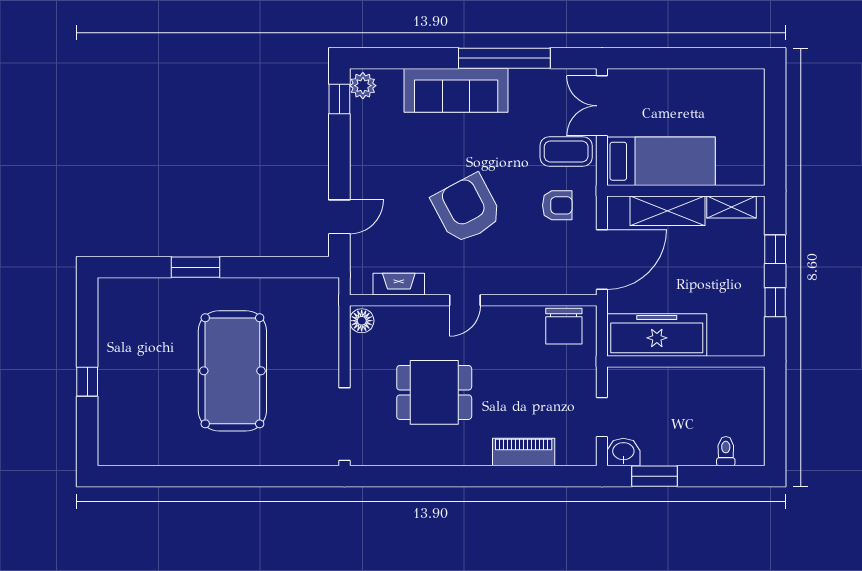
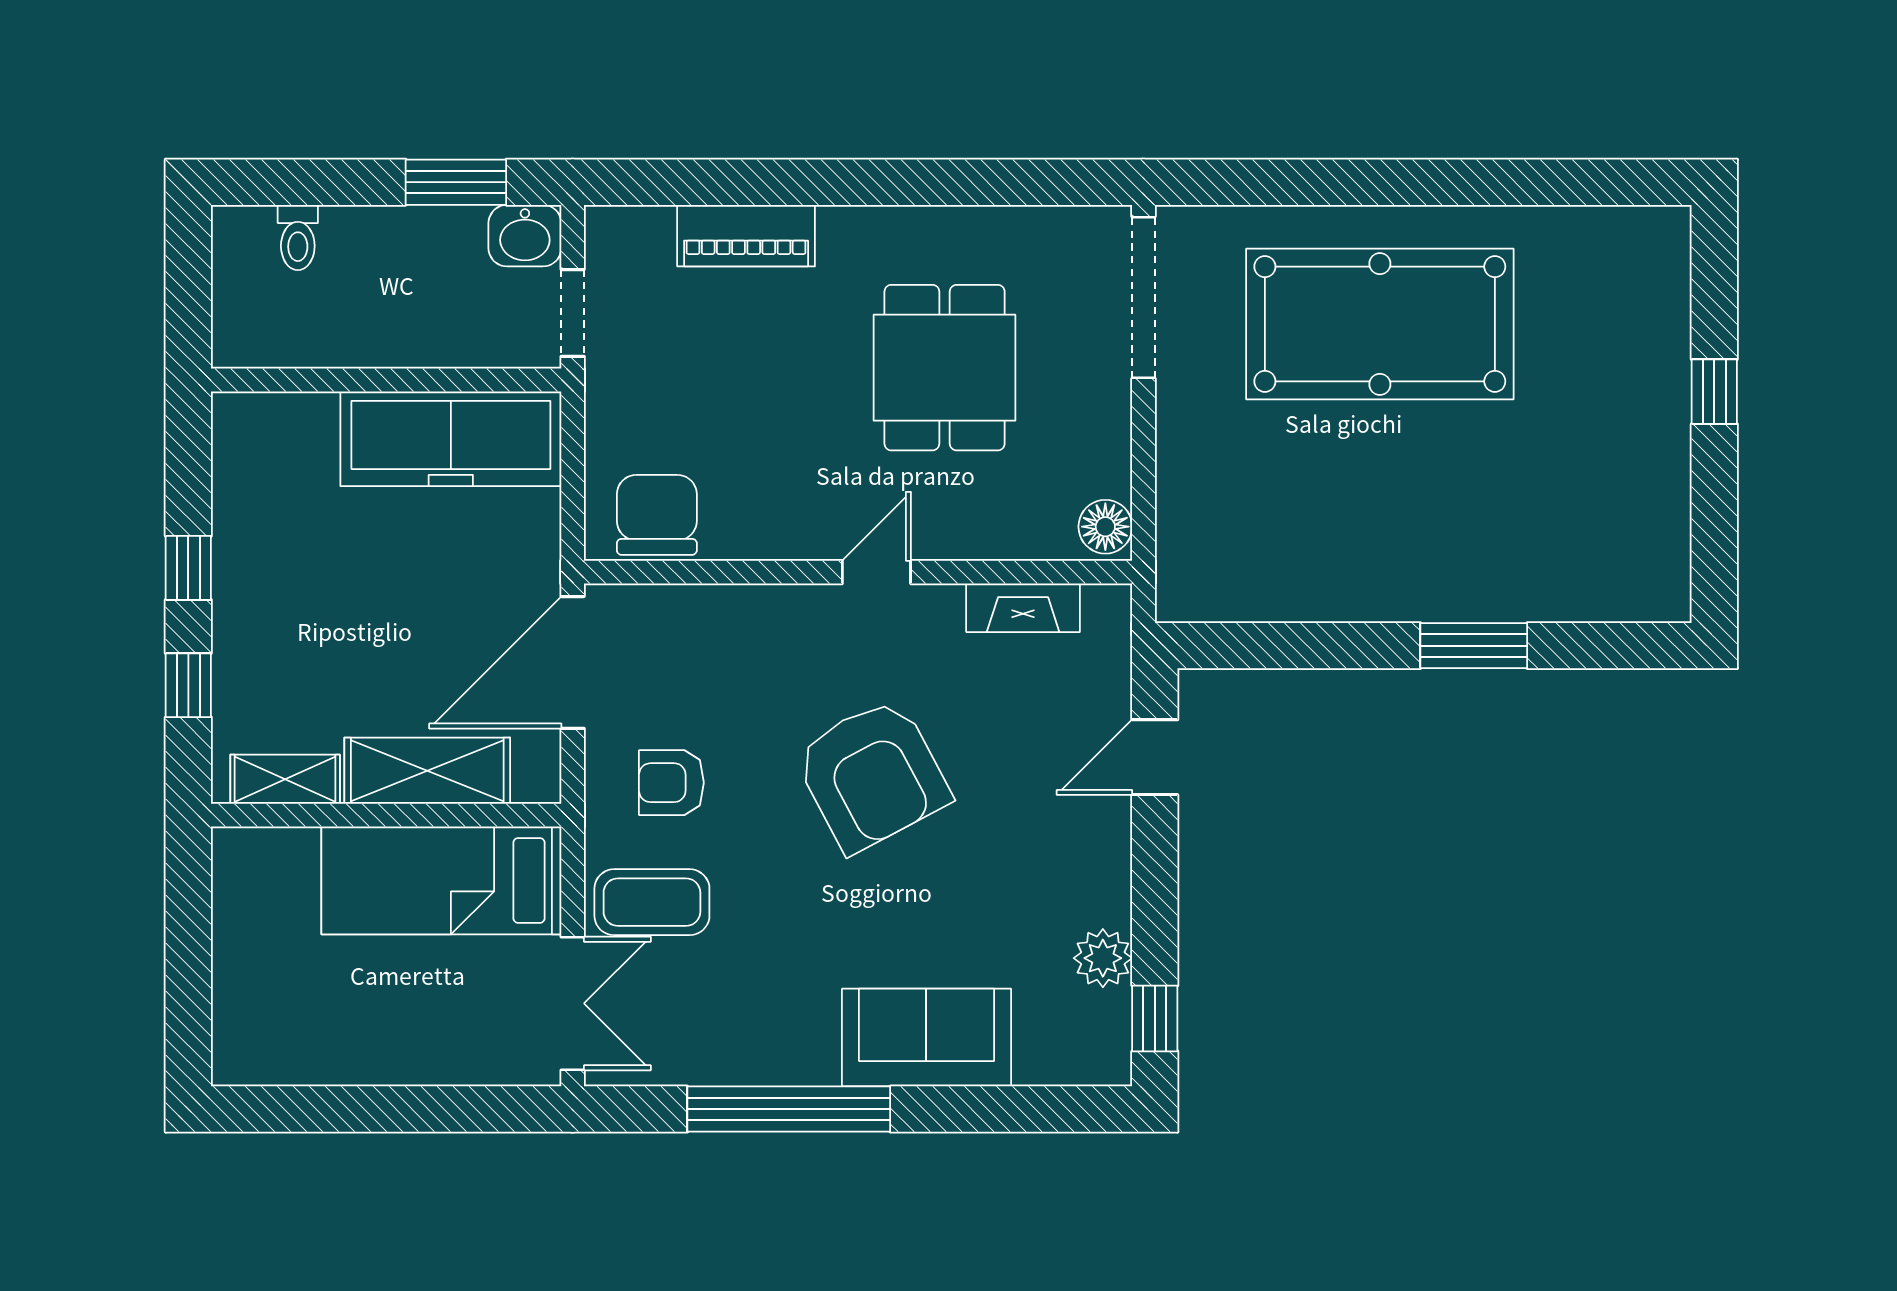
plant: (363, 86) -> (1103, 958), moved
sofa: (456, 90) -> (926, 1038), width x0.73
freezer: (657, 335) -> (451, 439), moved
wall: (686, 361) -> (386, 380), moved
pool table: (232, 371) -> (1380, 324), moved, turned 90
dining table: (434, 392) -> (945, 368), turned 90

